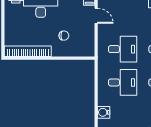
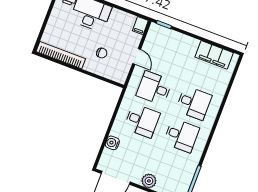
door: (96, 16) -> (137, 56), moved
desk: (123, 49) -> (154, 88), turned 180

